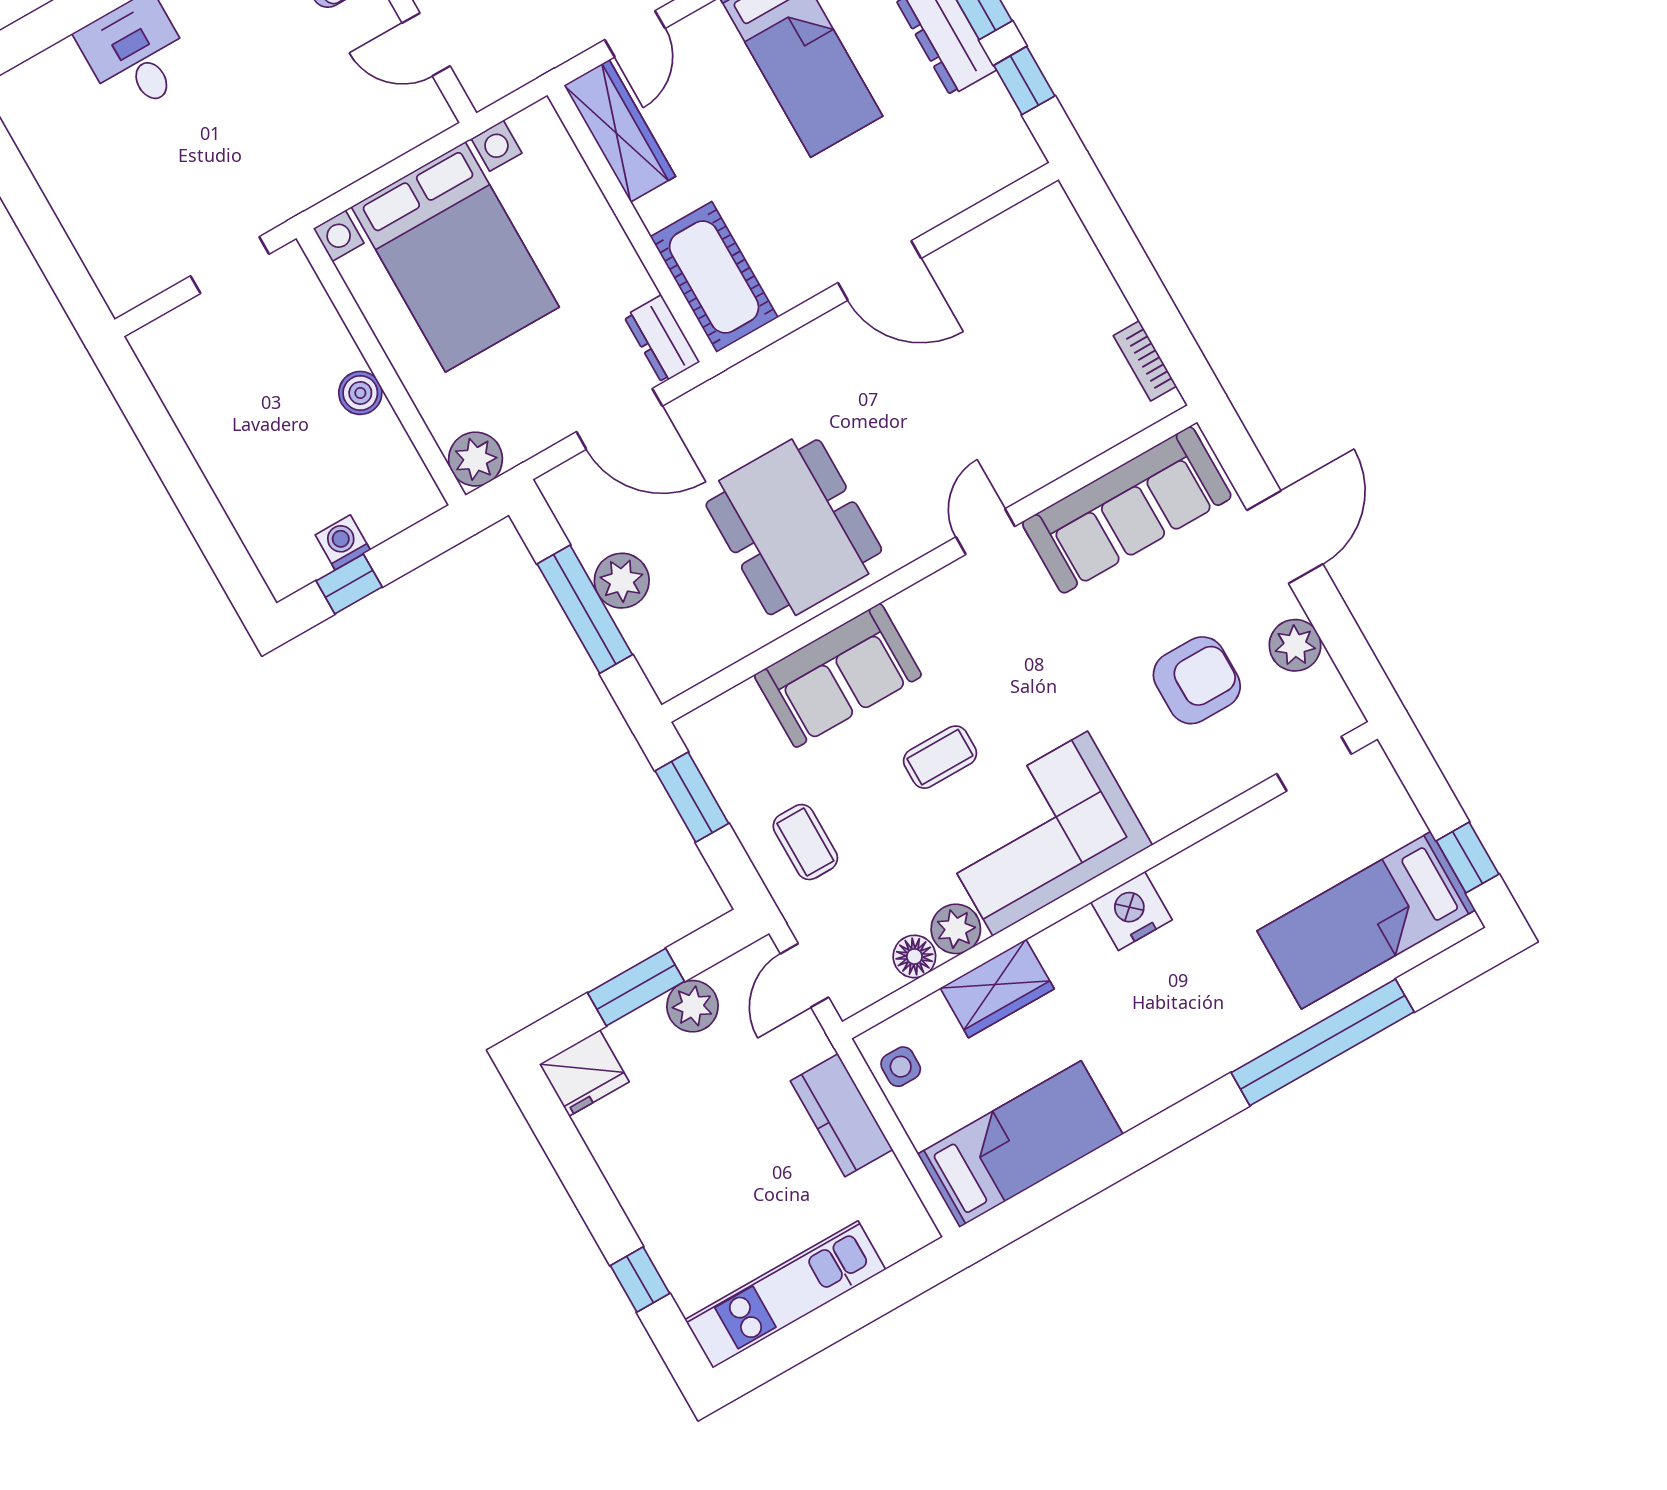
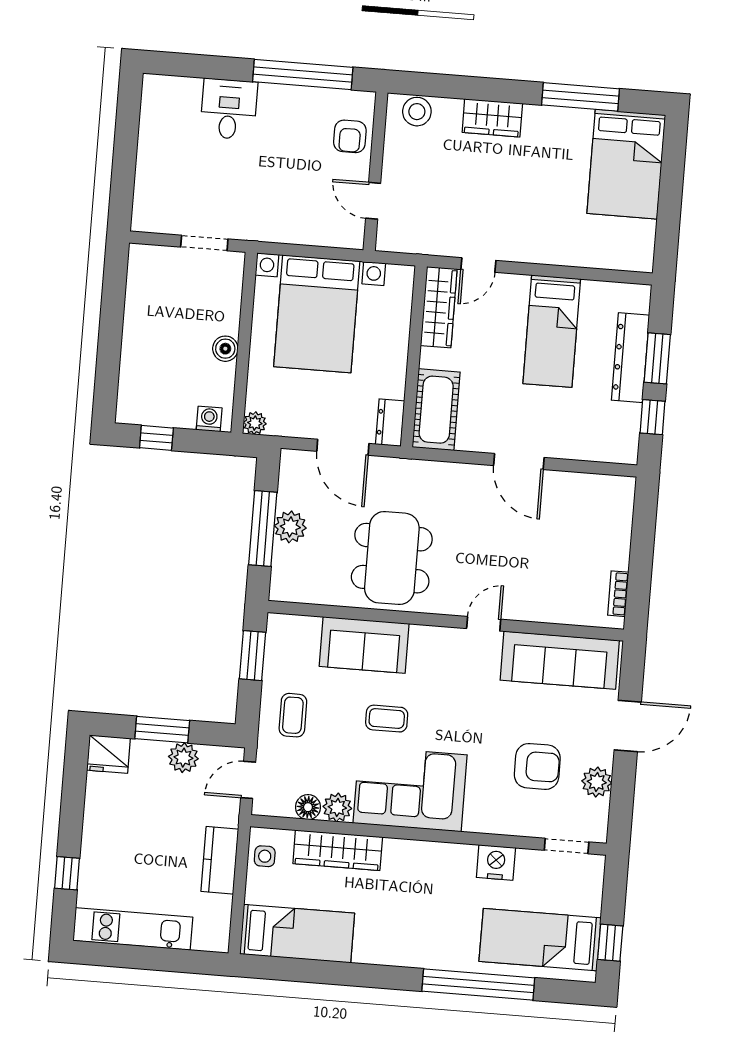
plant: (476, 459) -> (255, 423), width x0.73, depth x0.73
washing machine: (343, 542) -> (209, 419), moved
nightstand: (1132, 911) -> (496, 863), moved
wardrobe: (997, 988) -> (338, 850), width x1.50

